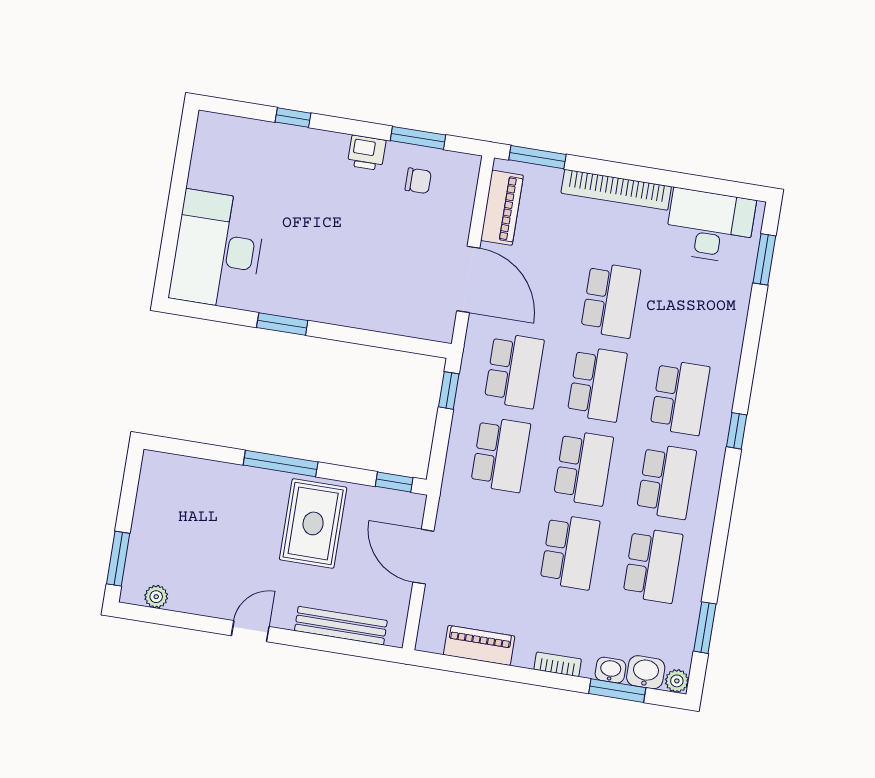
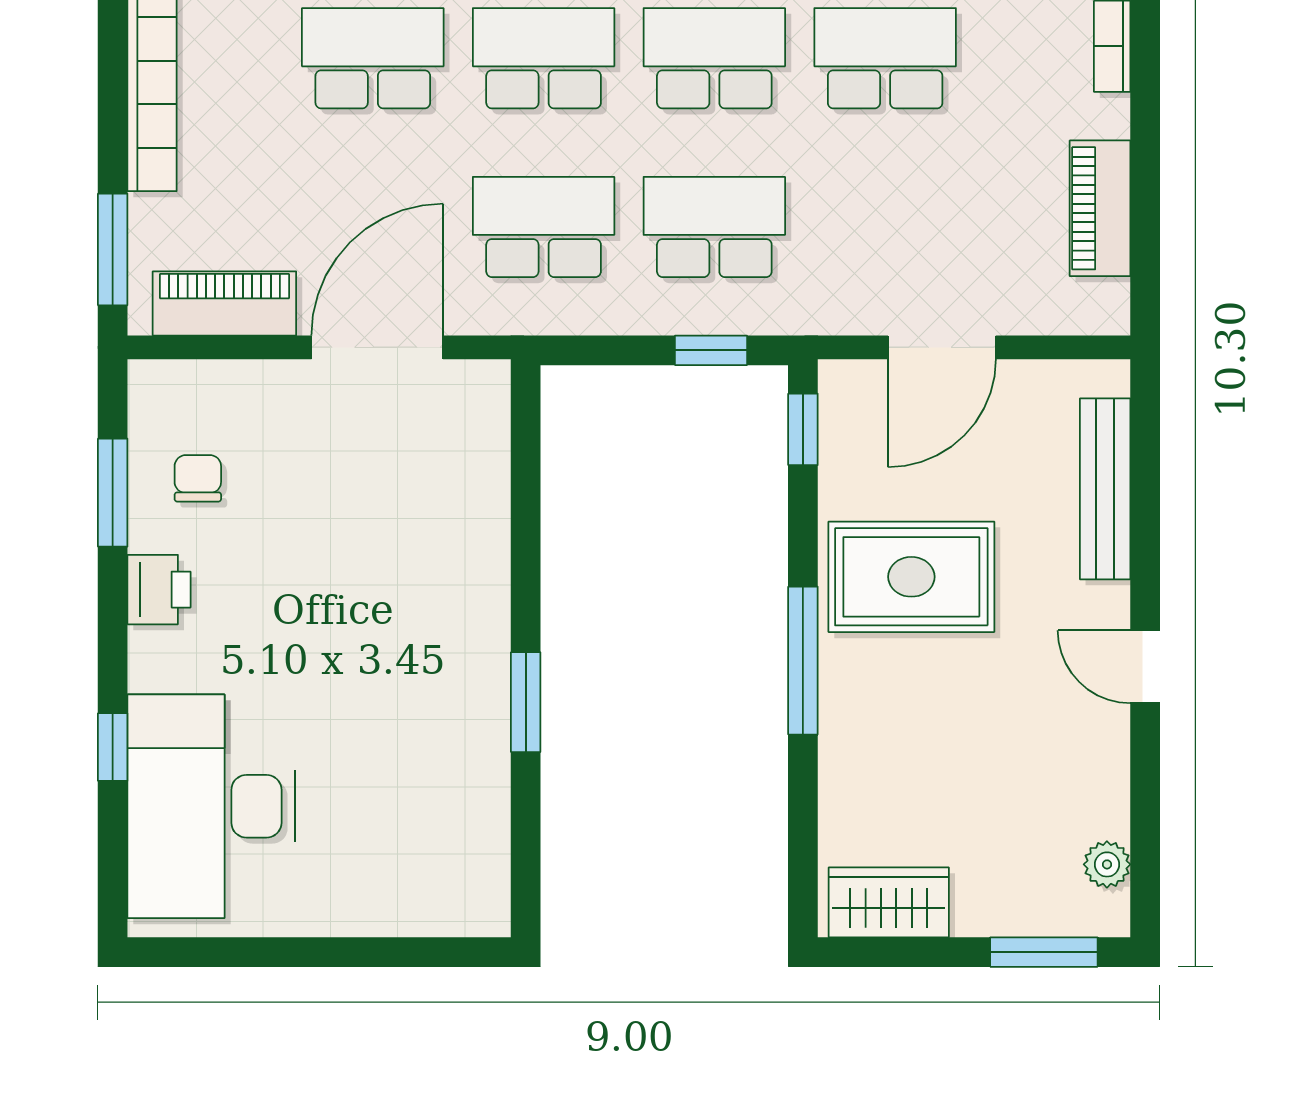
desk: (218, 250) -> (211, 806), moved, turned 90
window: (449, 390) -> (711, 350), moved
wardrobe: (155, 486) -> (889, 902), added

